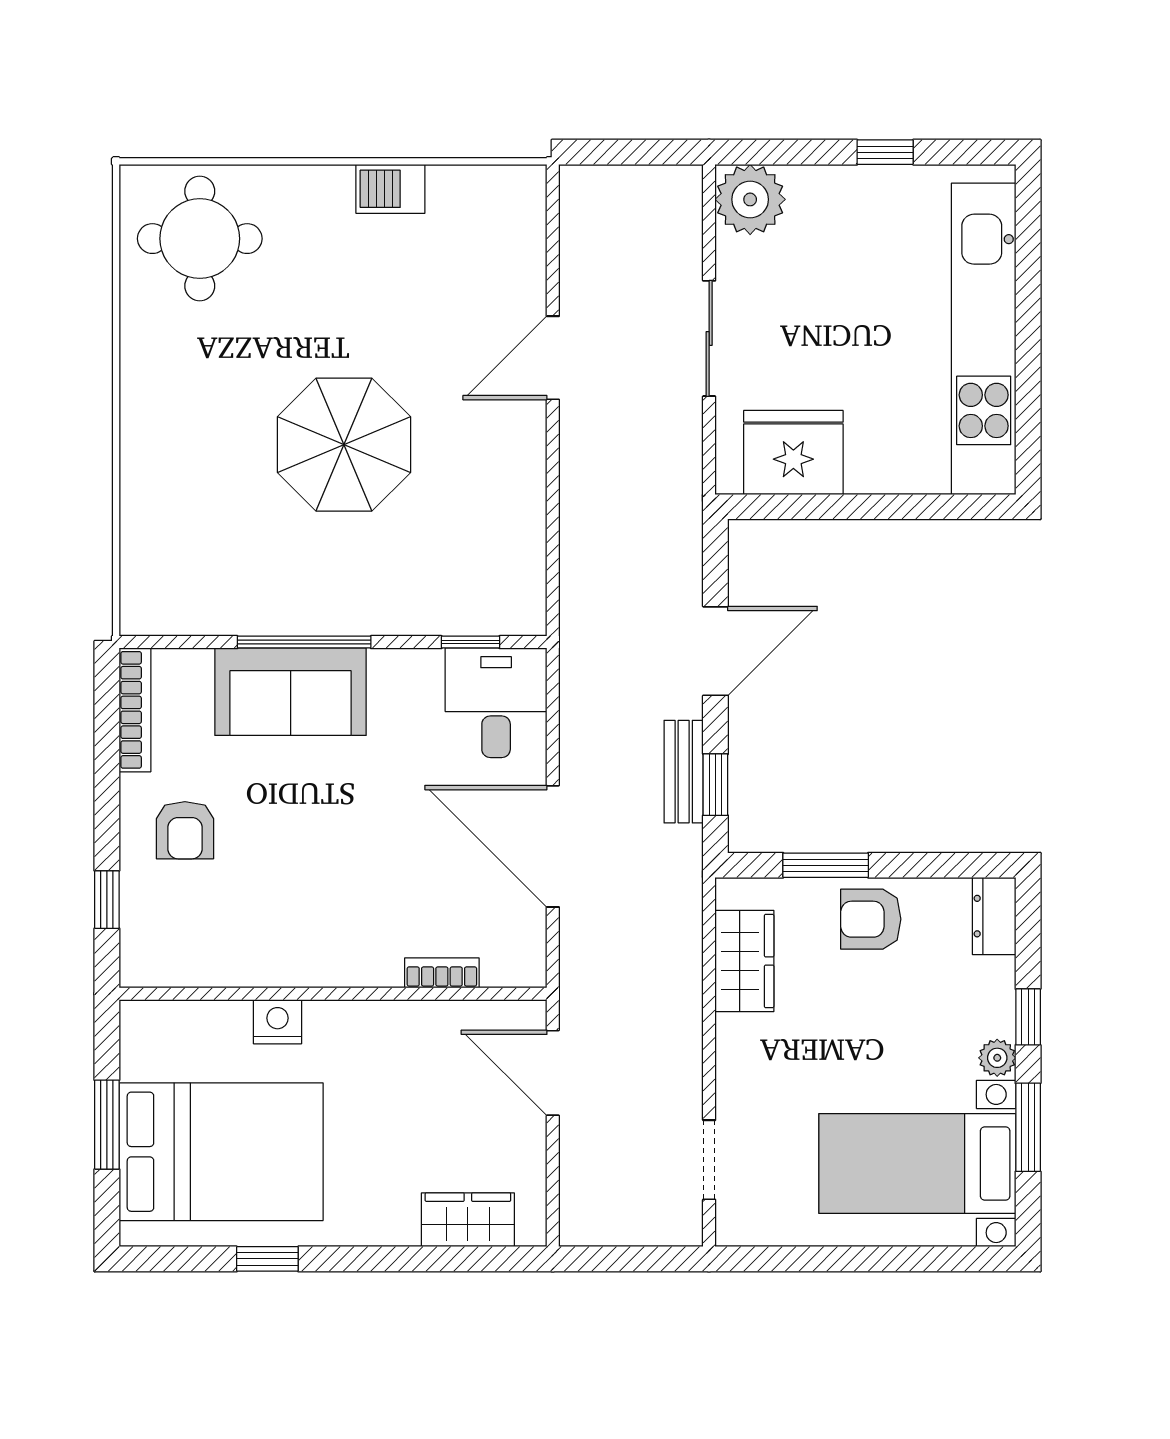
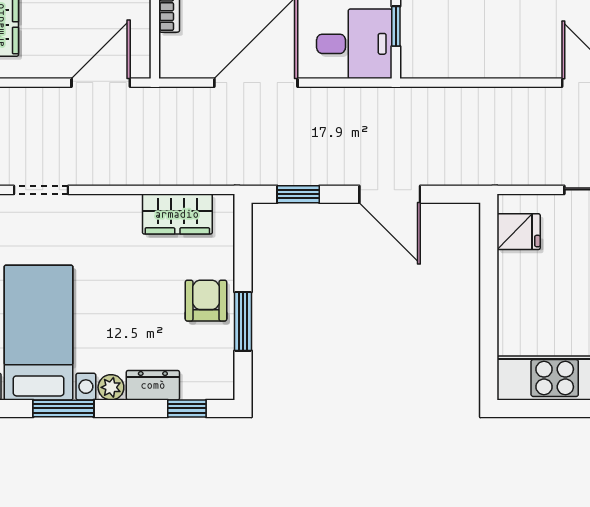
fridge: (793, 452) -> (519, 232), width x0.53, depth x0.75
bench: (684, 772) -> (307, 172), removed
window: (826, 865) -> (243, 321), moved
dresser: (994, 916) -> (153, 385), moved
window: (1028, 1017) -> (187, 408), moved

